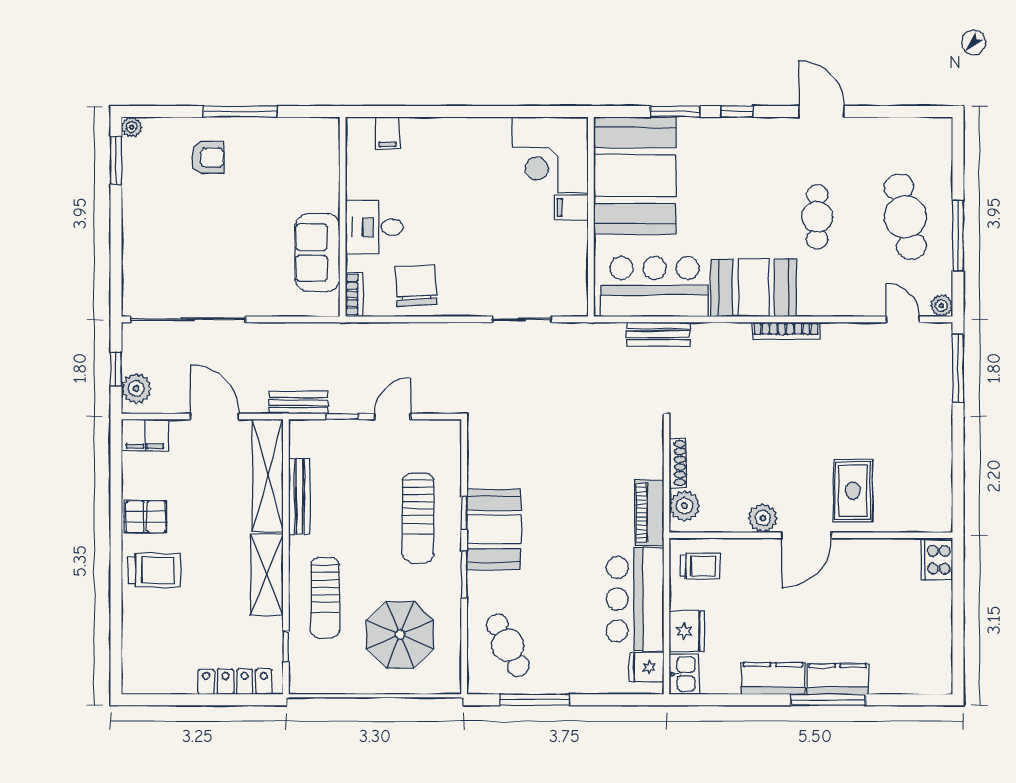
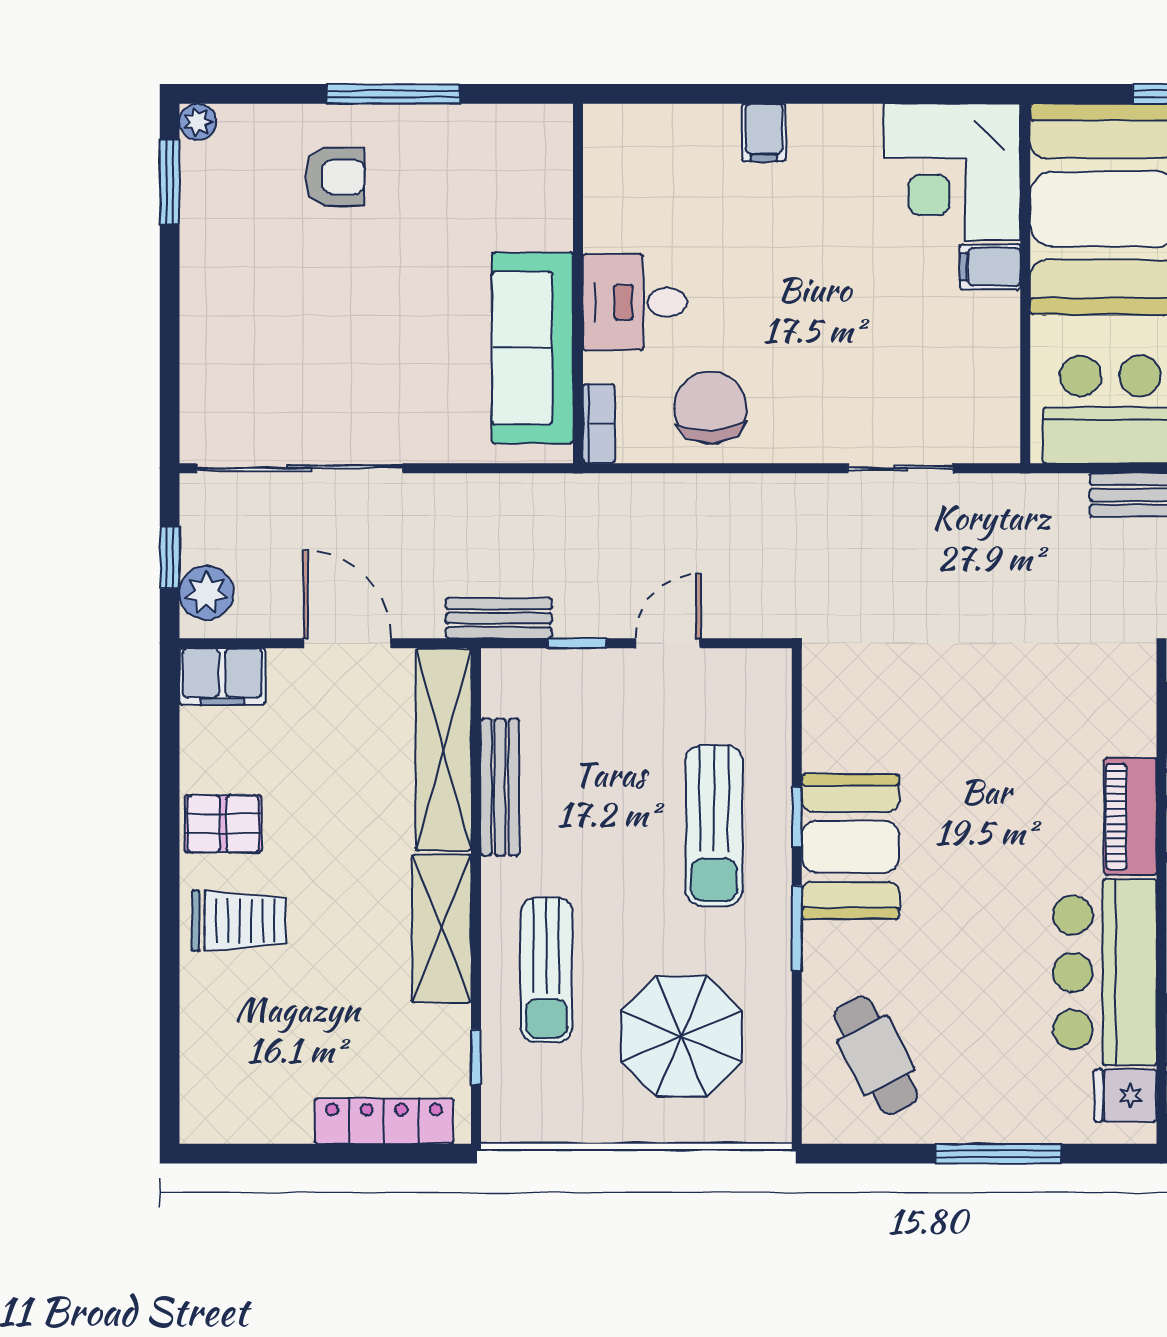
filing cabinet: (387, 133) -> (764, 133), moved
sofa: (317, 253) -> (533, 348), width x1.36
window: (535, 700) -> (998, 1154), moved

